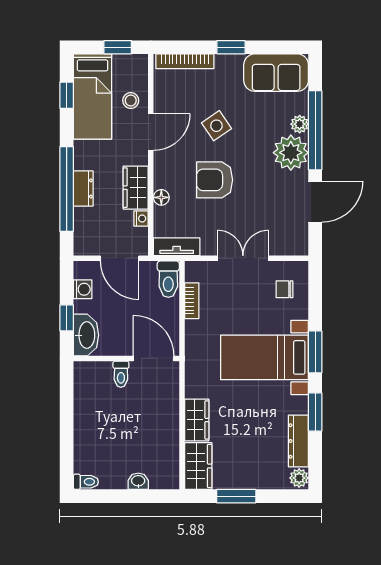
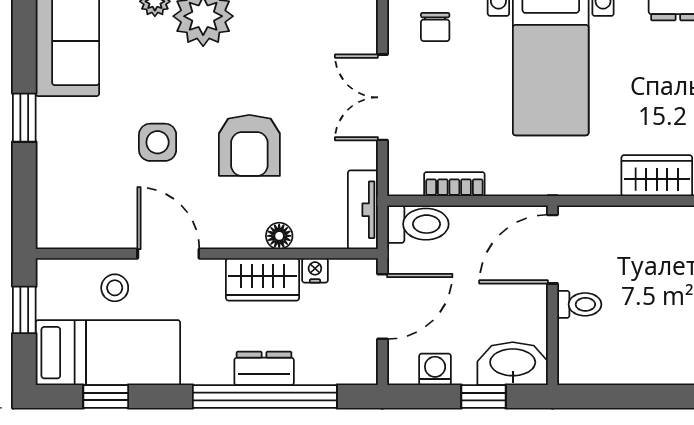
bookcase: (185, 61) -> (48, 196), removed
side table: (216, 126) -> (158, 142), turned 34

